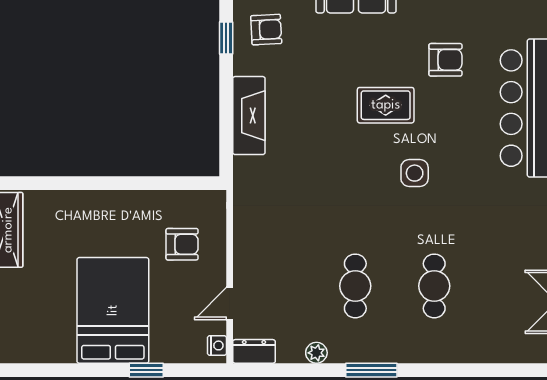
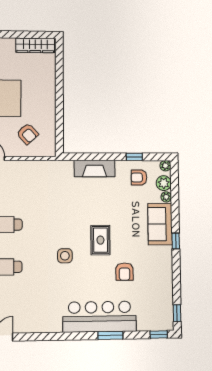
armchair: (266, 30) -> (139, 177), turned 93
armchair: (182, 244) -> (28, 134), turned -42

